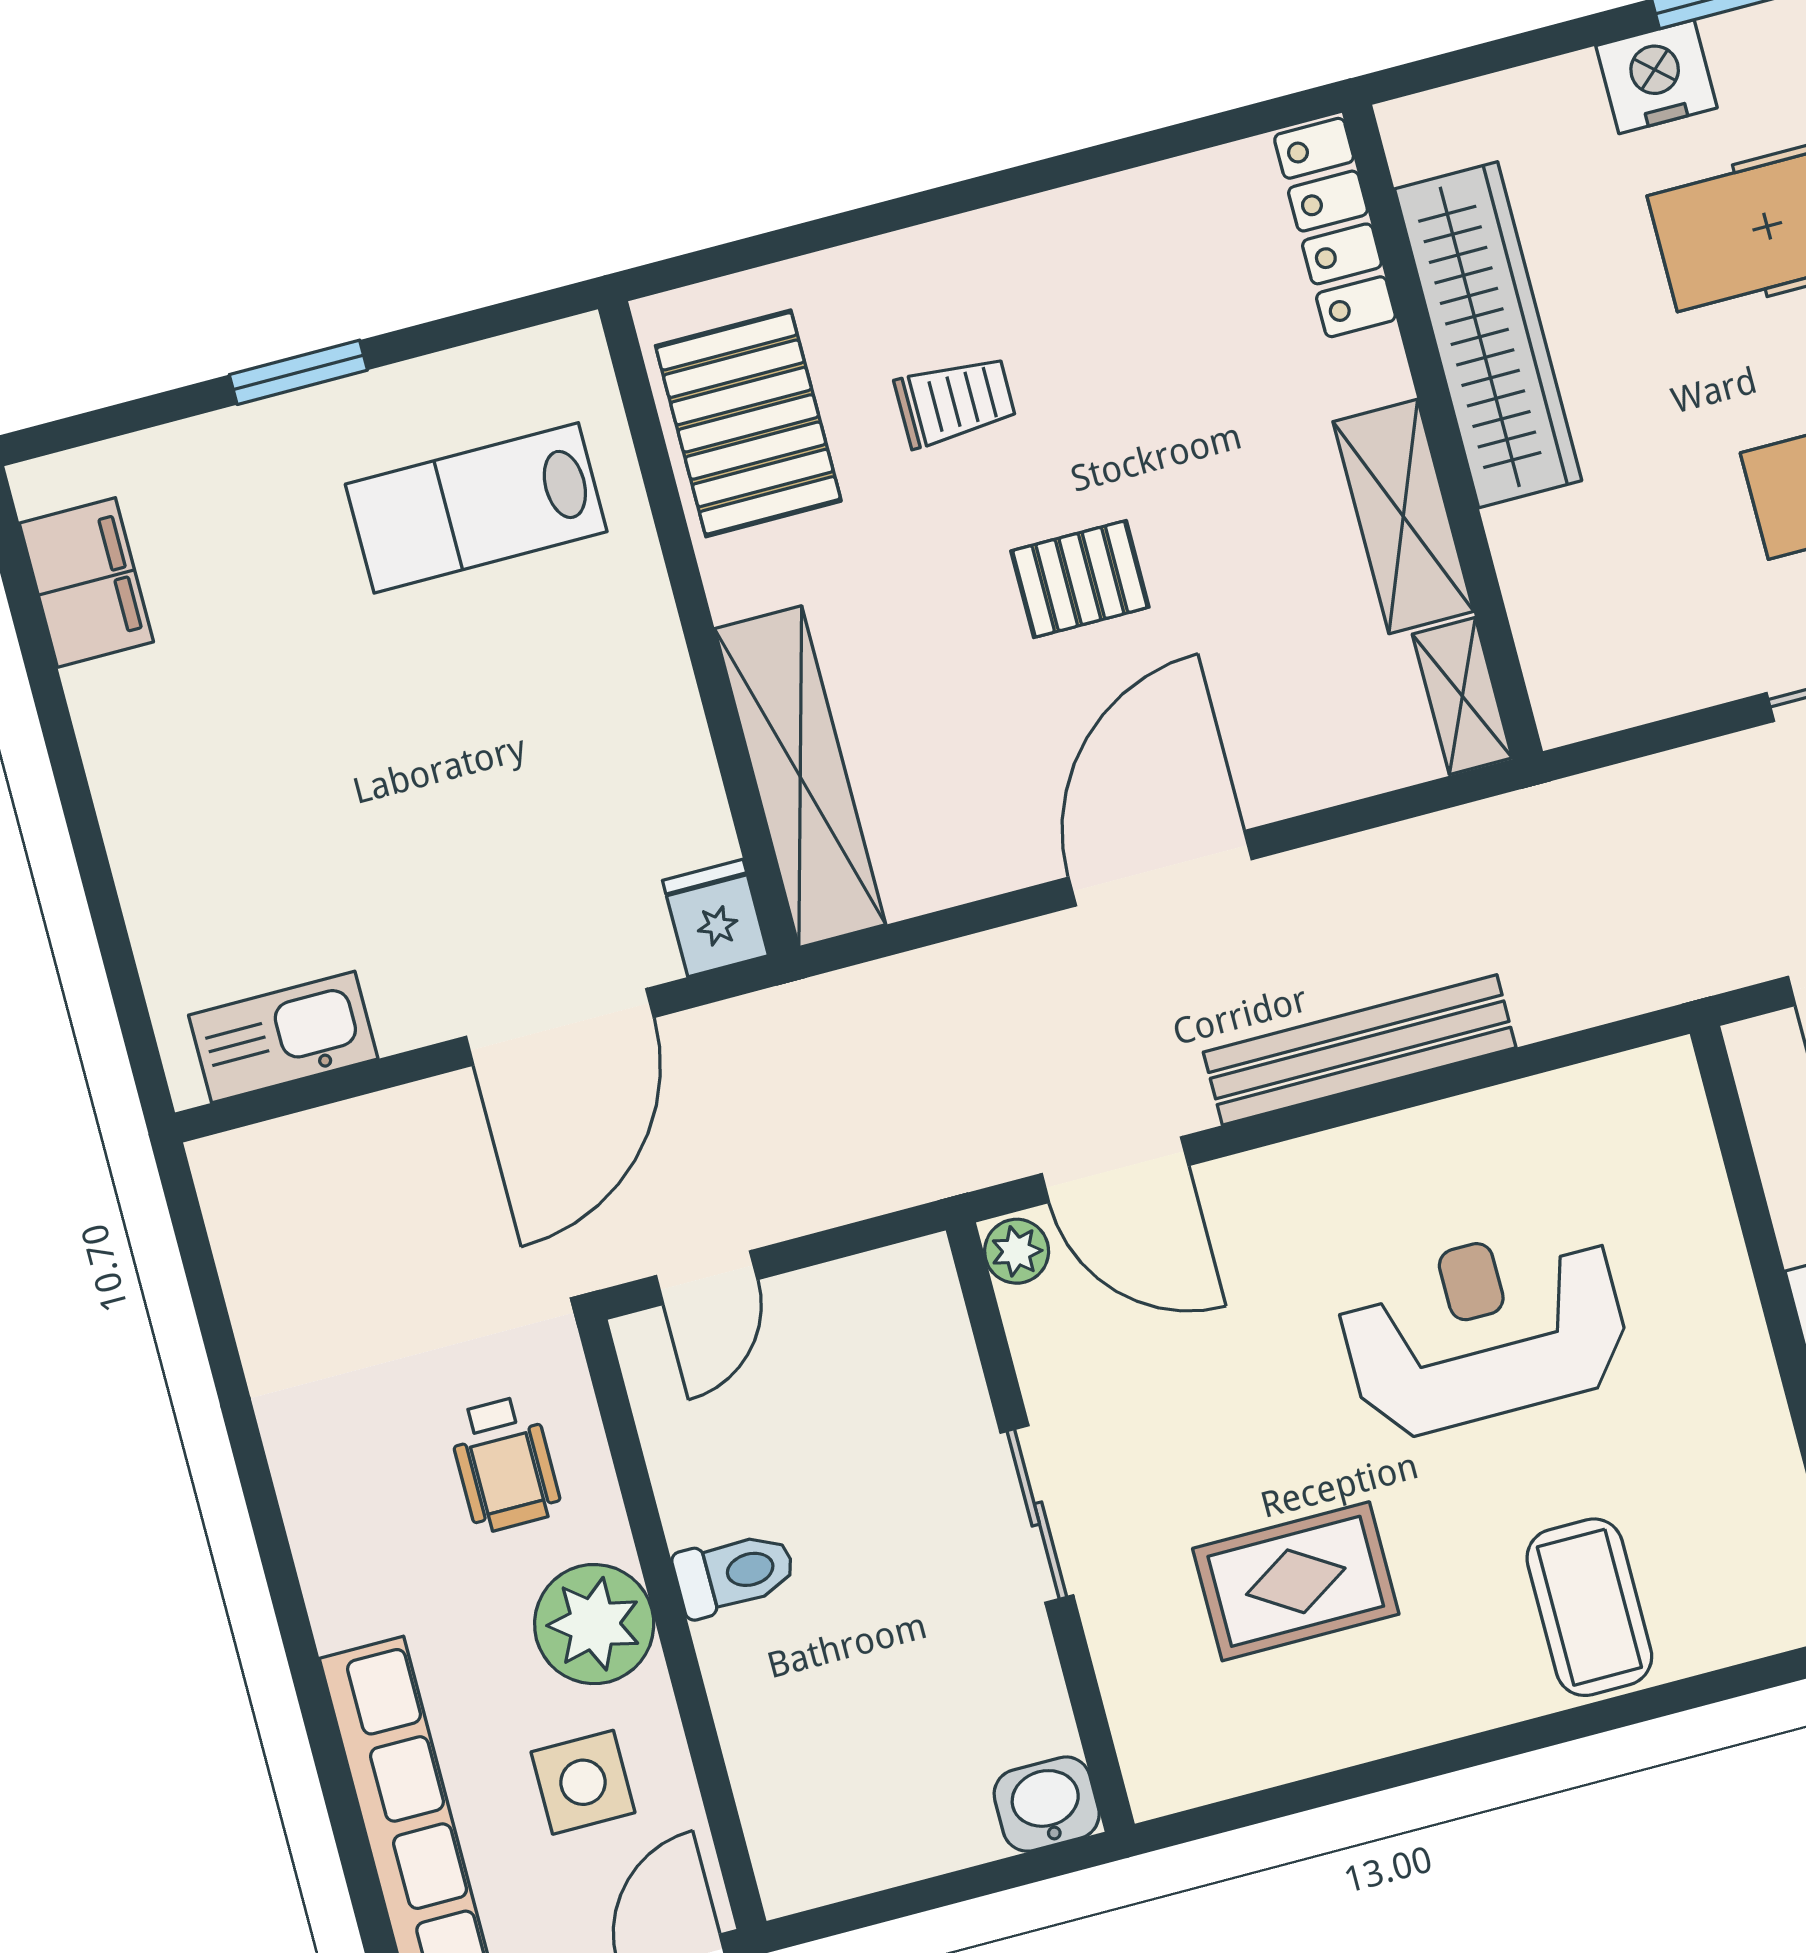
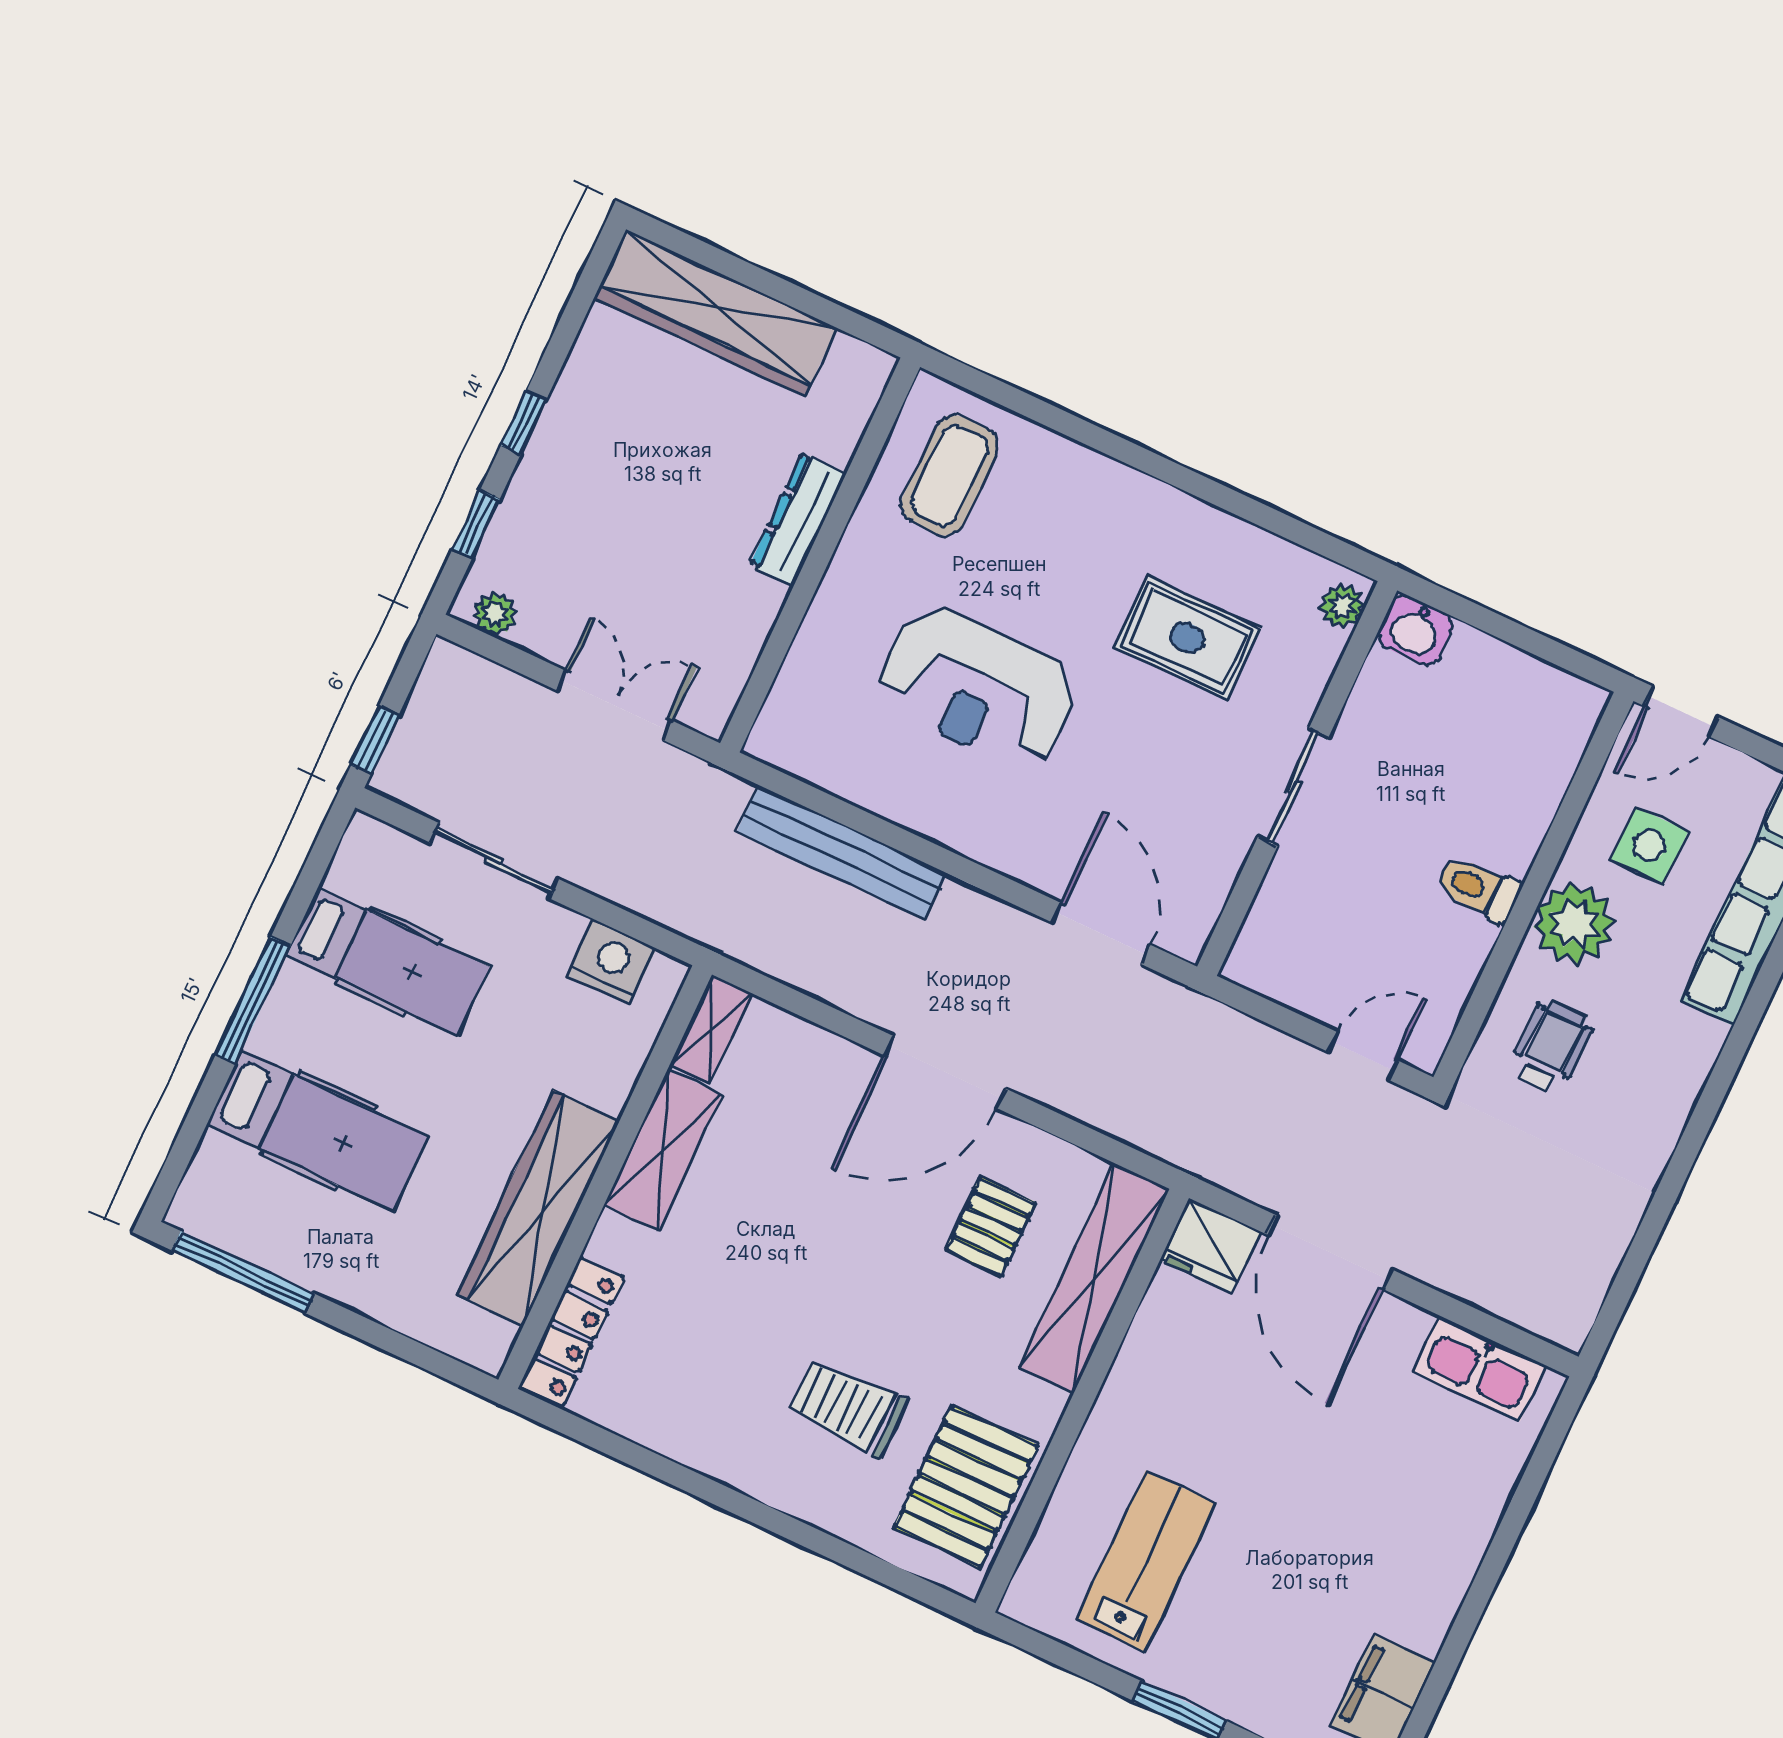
nightstand: (1656, 77) -> (612, 962), moved, turned 180
trolley: (955, 401) -> (848, 1407), width x1.36, depth x1.39
lab bench: (476, 508) -> (1146, 1562), turned -90
pallet: (1080, 579) -> (991, 1226), moved, turned 90
fridge: (716, 918) -> (1210, 1246), width x1.38
door: (560, 1027) -> (1330, 1252), swing flipped
bench: (1360, 1050) -> (842, 852), moved
plant: (1017, 1251) -> (1342, 606), moved
coffee table: (1589, 1607) -> (950, 475), moved

